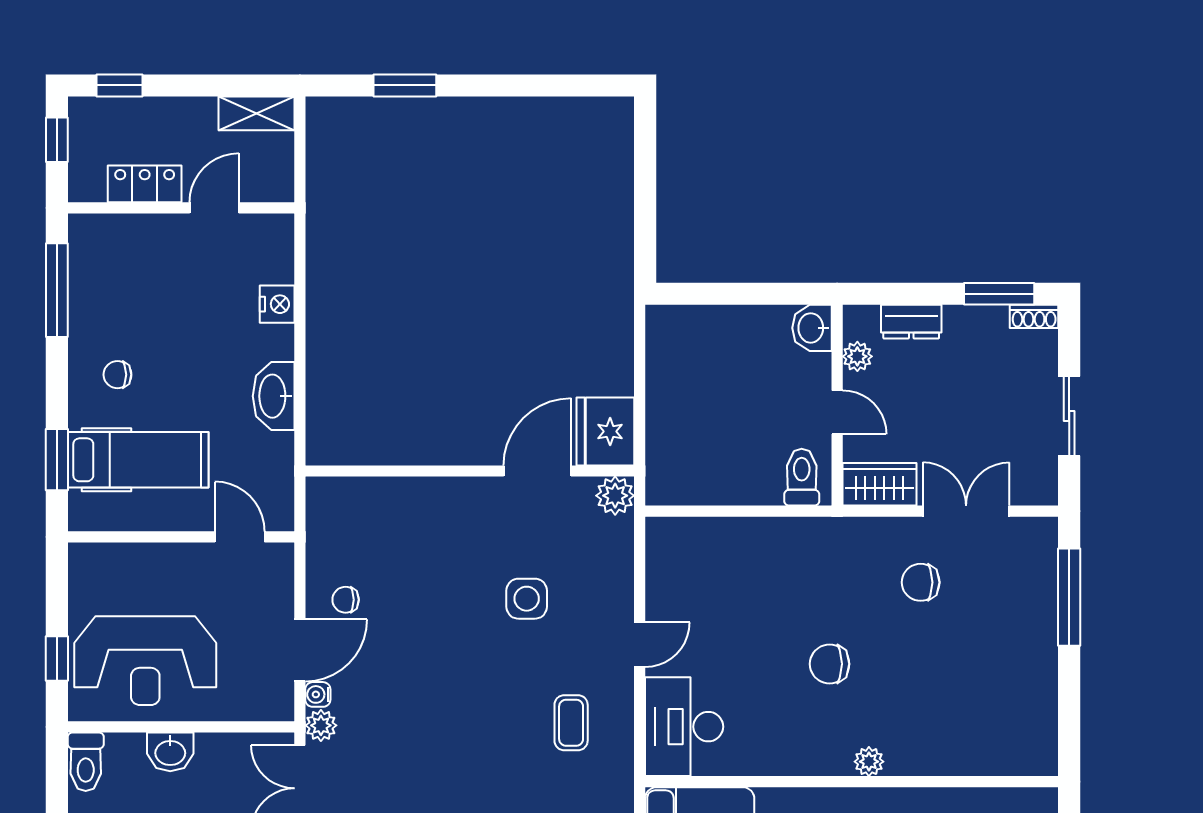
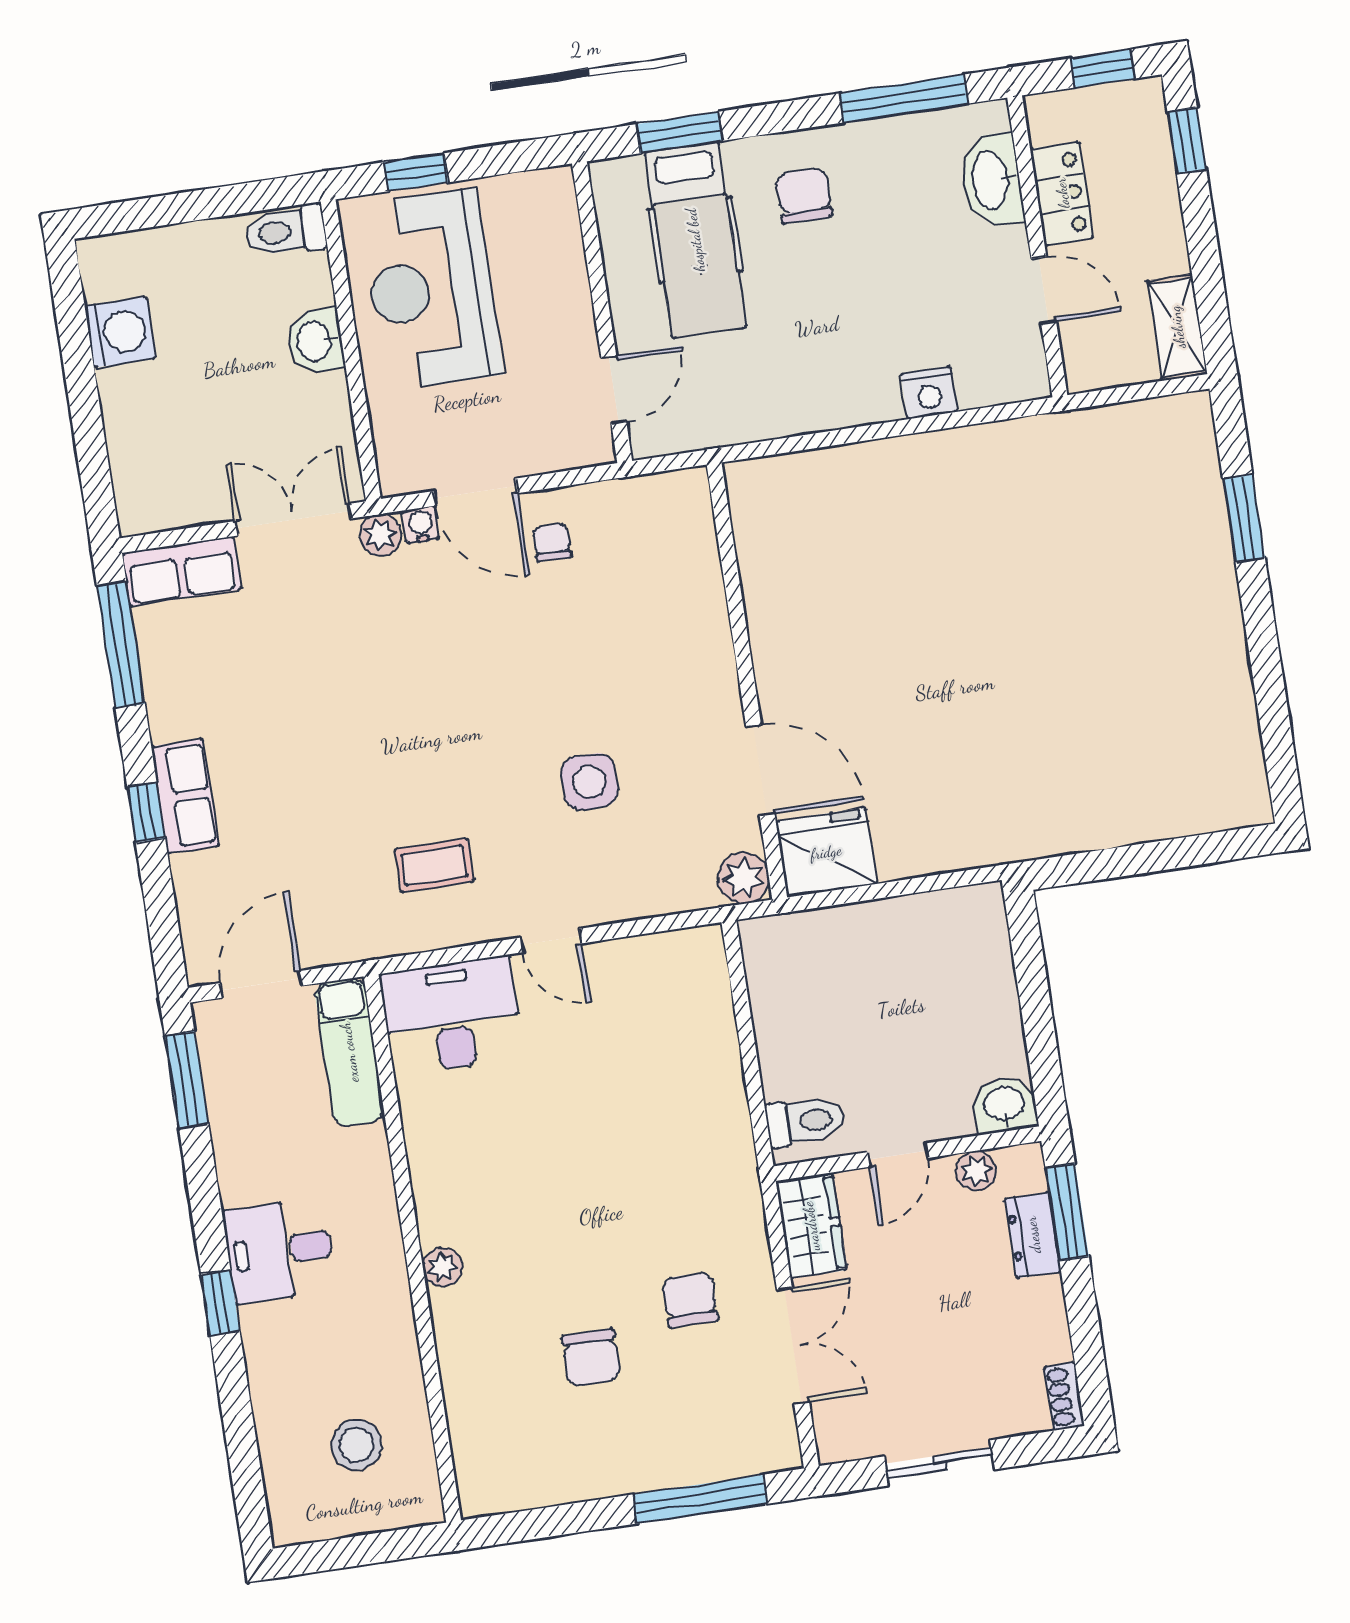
window: (999, 294) -> (1067, 1212), moved
chair: (117, 375) -> (804, 196), width x1.37, depth x1.37
washbasin: (274, 396) -> (992, 180), moved, turned -90
chair: (830, 664) -> (591, 1358), moved, turned 180

